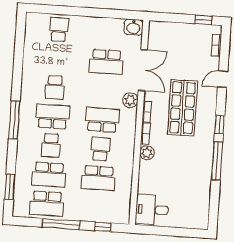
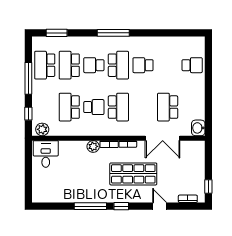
plant: (130, 100) -> (42, 129), moved

